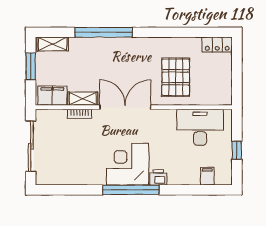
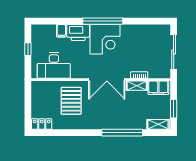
filing cabinet: (207, 176) -> (61, 31), moved
printer: (158, 177) -> (78, 33), width x1.87, depth x1.48

